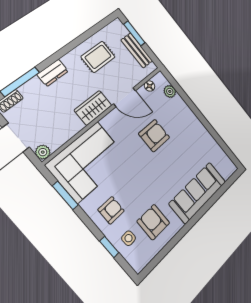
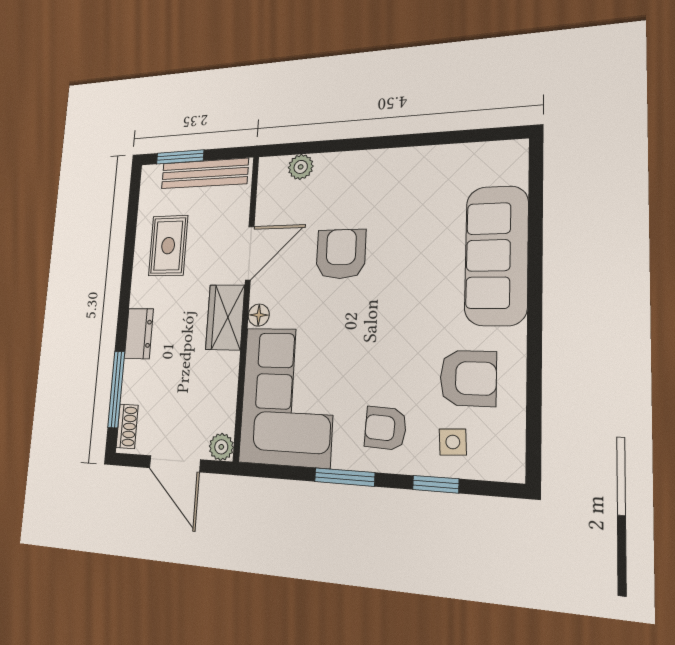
bench: (137, 50) -> (204, 173), width x1.36
floor lamp: (150, 86) -> (259, 315), moved
window: (65, 195) -> (345, 477), moved
armchair: (111, 210) -> (385, 428), turned -87
armchair: (153, 222) -> (468, 378), turned 180

